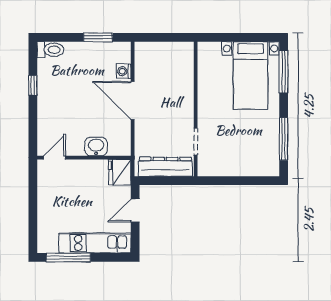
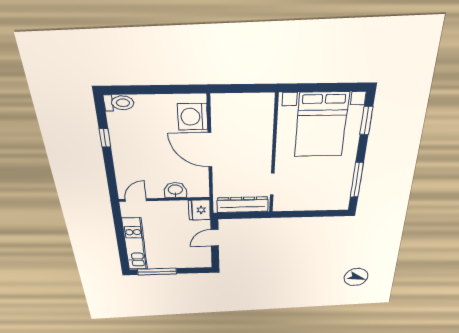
window: (98, 37) -> (170, 89), removed
washing machine: (124, 71) -> (193, 117), width x1.89, depth x1.89
window: (284, 72) -> (366, 121), width x0.69
bed with nightstands: (250, 76) -> (321, 125), width x1.36
kitchen unit: (95, 243) -> (135, 244), moved, turned 90

